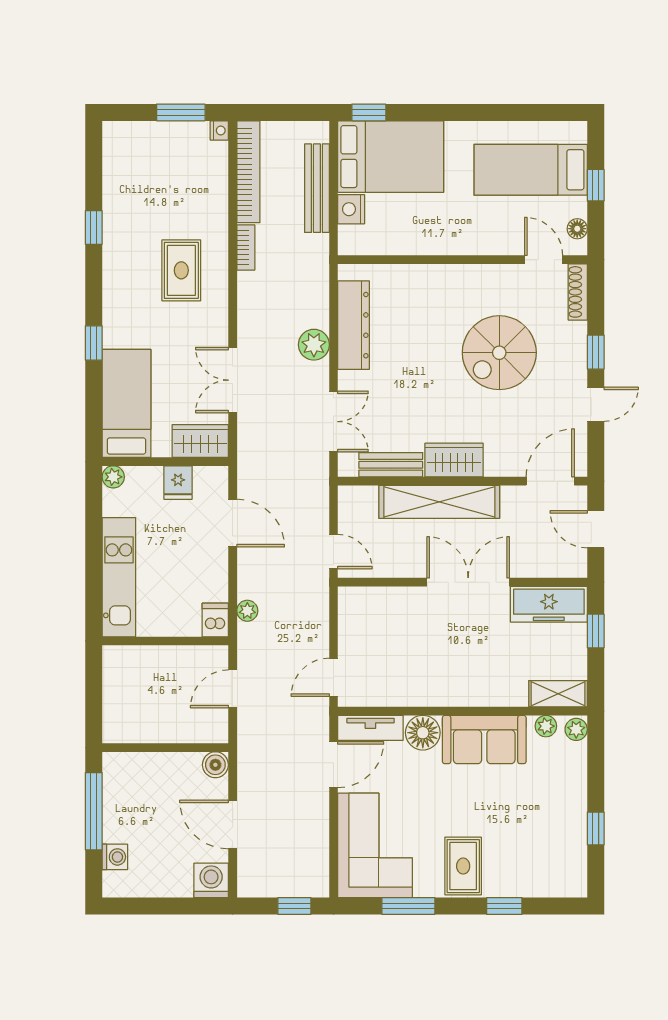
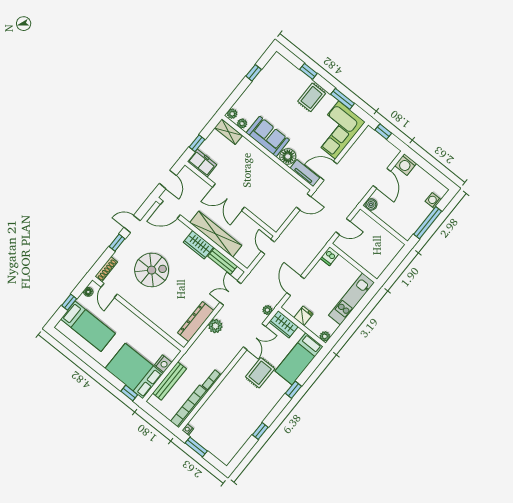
rug: (181, 270) -> (260, 373), moved
freezer: (549, 604) -> (202, 163), width x0.71
plant: (247, 611) -> (267, 310), moved

